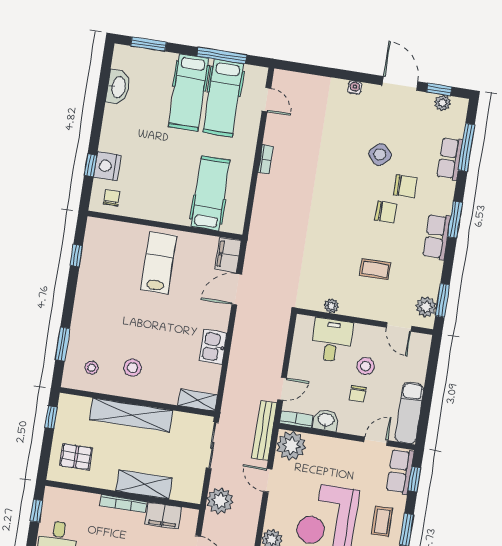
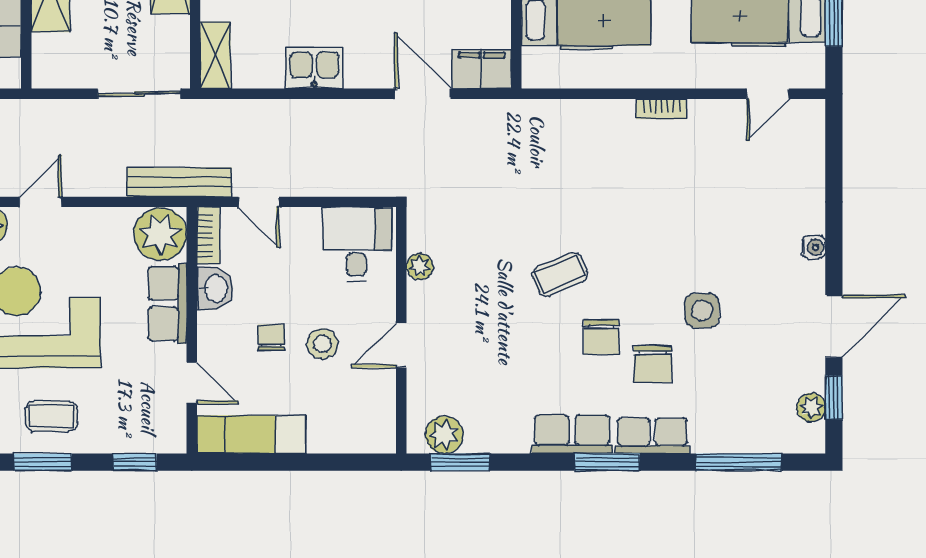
side table: (380, 154) -> (702, 311), turned 45
row of seats: (450, 159) -> (652, 436), moved
coffee table: (375, 269) -> (560, 275), moved, turned 67
door: (399, 327) -> (401, 345), moved
desk: (332, 340) -> (357, 244), moved, turned -90
chair: (358, 394) -> (271, 338), turned 90
row of seats: (400, 471) -> (167, 303), moved, turned -90
door: (268, 480) -> (40, 202), moved
plant: (220, 501) -> (43, 123), removed

